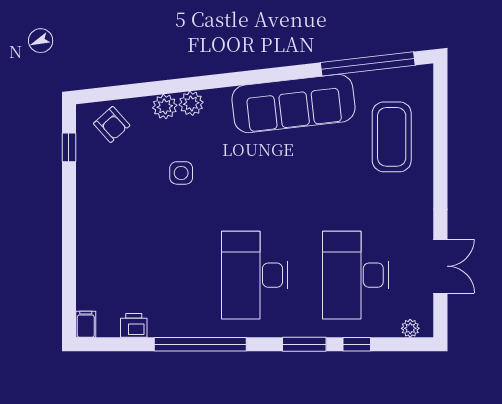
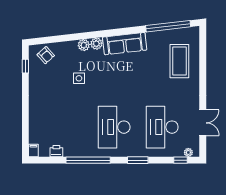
sofa: (293, 104) -> (125, 44), width x0.74, depth x0.79
plant: (165, 107) -> (96, 44), moved
window: (357, 344) -> (181, 160), moved

